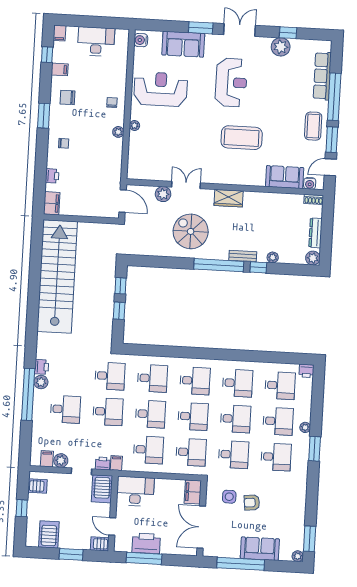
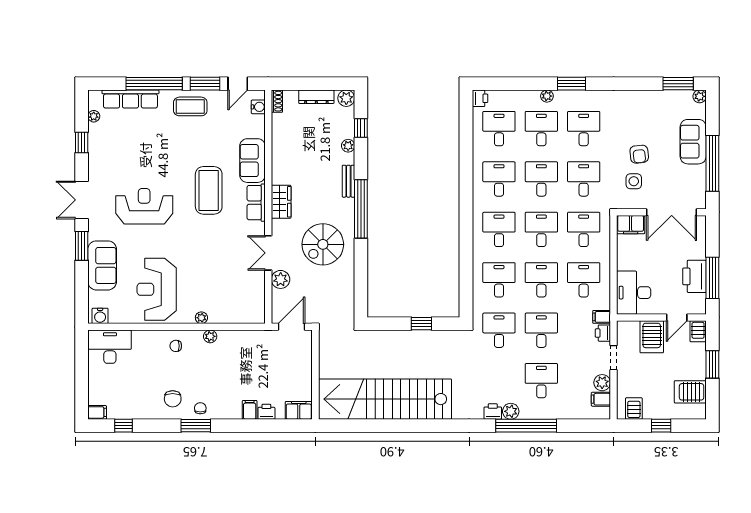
desk: (96, 41) -> (110, 347), moved, turned 90
plant: (281, 47) -> (94, 116), moved, width x0.53, depth x0.53
filing cabinet: (60, 69) -> (250, 410), moved
chair: (64, 143) -> (200, 408), moved
door: (330, 167) -> (238, 84), hinge flipped
row of seats: (229, 177) -> (256, 203), added
sofa: (285, 177) -> (252, 161), moved
window: (258, 267) -> (361, 128), moved
window: (120, 286) -> (392, 324), removed
server rack: (102, 489) -> (652, 337), moved, turned 90

